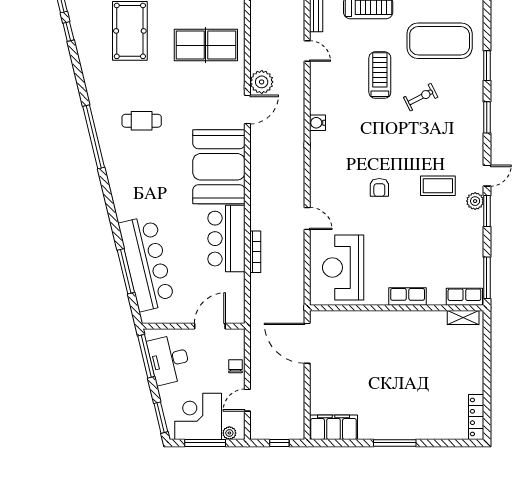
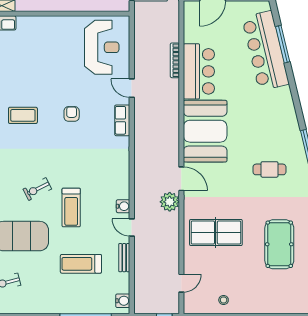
door: (247, 110) -> (181, 179), swing flipped
water cooler: (318, 123) -> (123, 206), moved
row of seats: (408, 297) -> (122, 120), moved, turned 90

